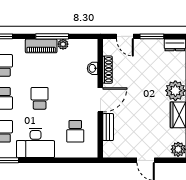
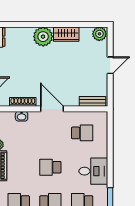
bench: (108, 127) -> (93, 101), moved
desk: (36, 143) -> (93, 171), width x0.73

